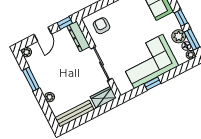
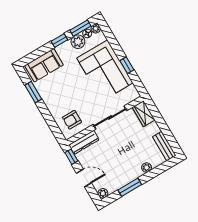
bench: (74, 114) -> (164, 146), width x0.73

